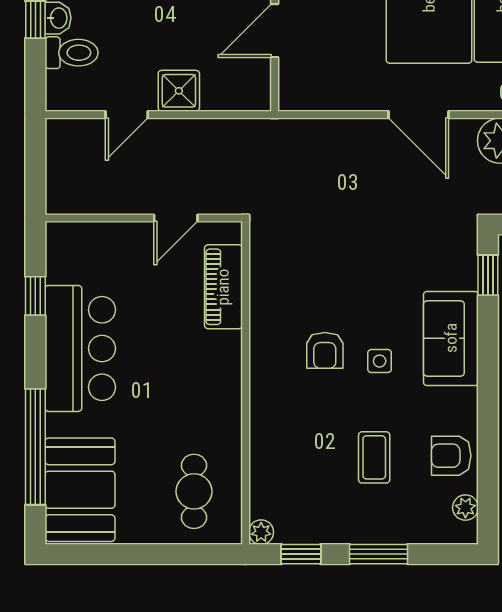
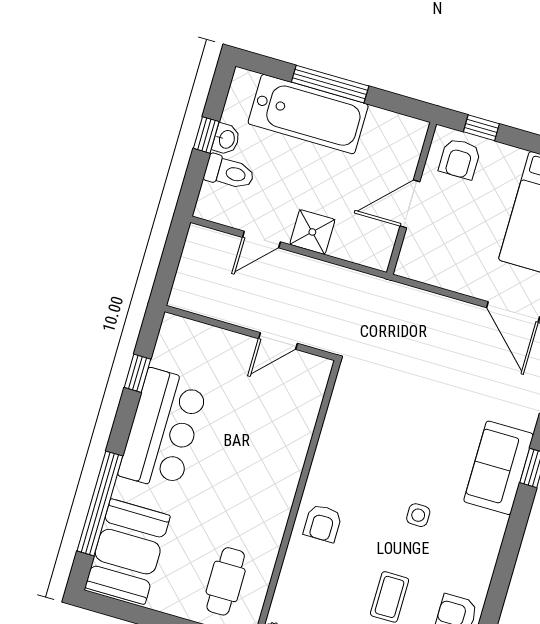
piano: (223, 287) -> (302, 412), removed
sofa: (451, 338) -> (499, 468), moved
armchair: (325, 350) -> (323, 523), moved

